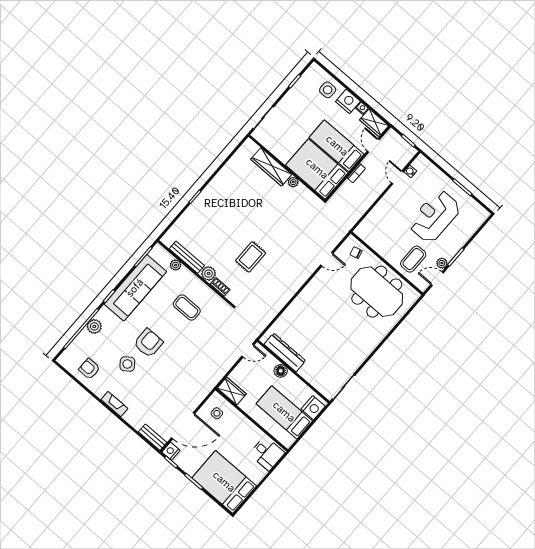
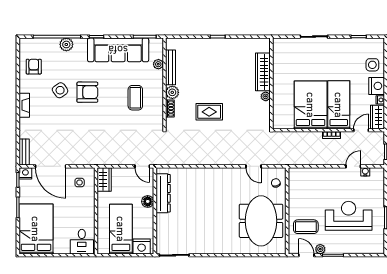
wardrobe: (271, 167) -> (263, 72), moved
wall: (287, 168) -> (271, 83), moved
plant: (293, 182) -> (266, 96), moved

